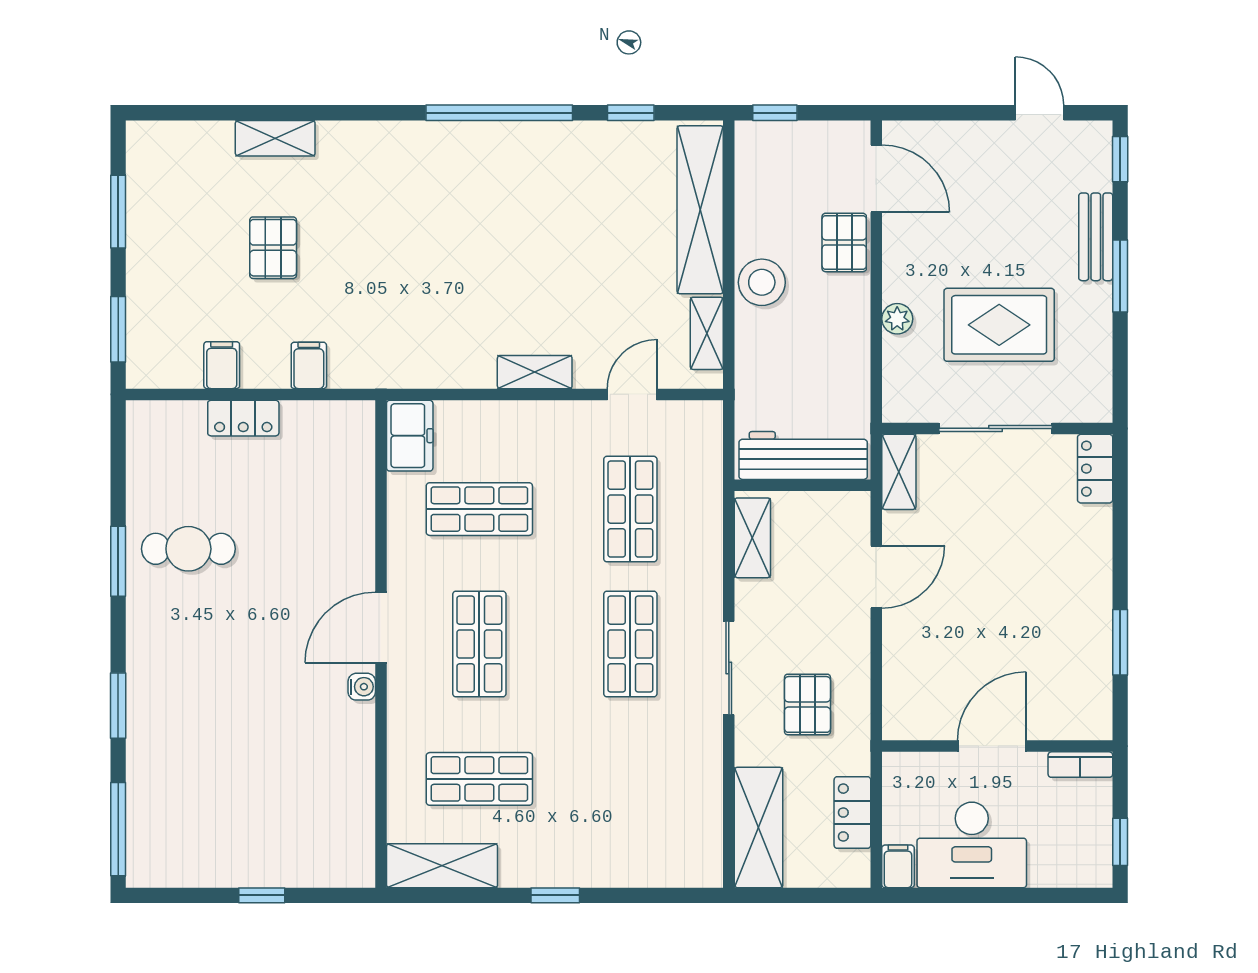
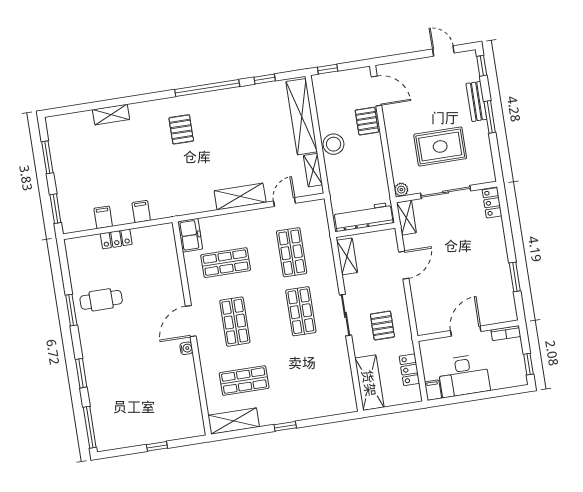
pallet: (273, 248) -> (181, 129), moved
plant: (897, 319) -> (401, 190), moved
shelving: (535, 372) -> (240, 196), width x1.50, depth x1.33

